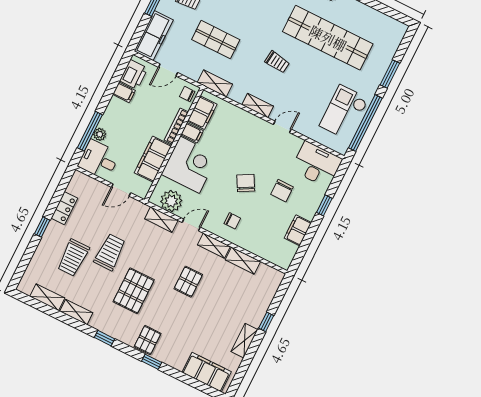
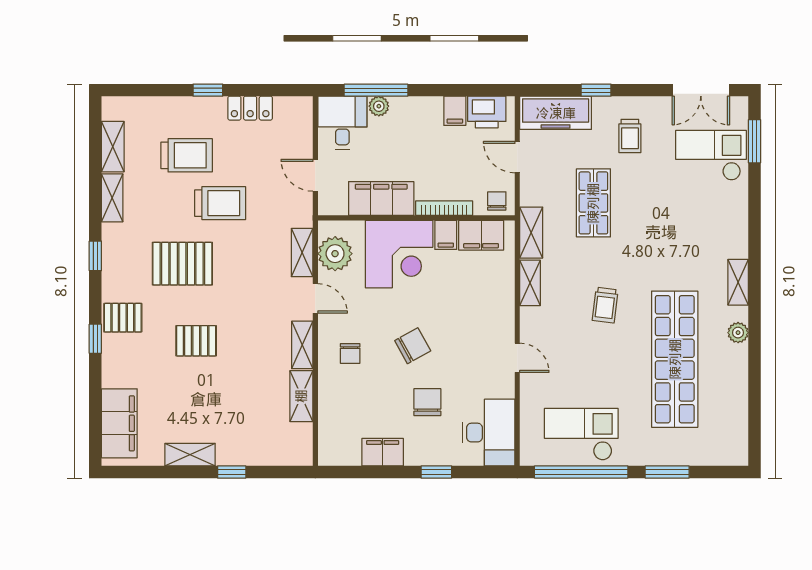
shelving: (258, 106) -> (530, 283), moved
chair: (282, 191) -> (427, 402), turned 90
trolley: (73, 258) -> (187, 155), turned 180
pallet: (188, 282) -> (196, 341), moved

